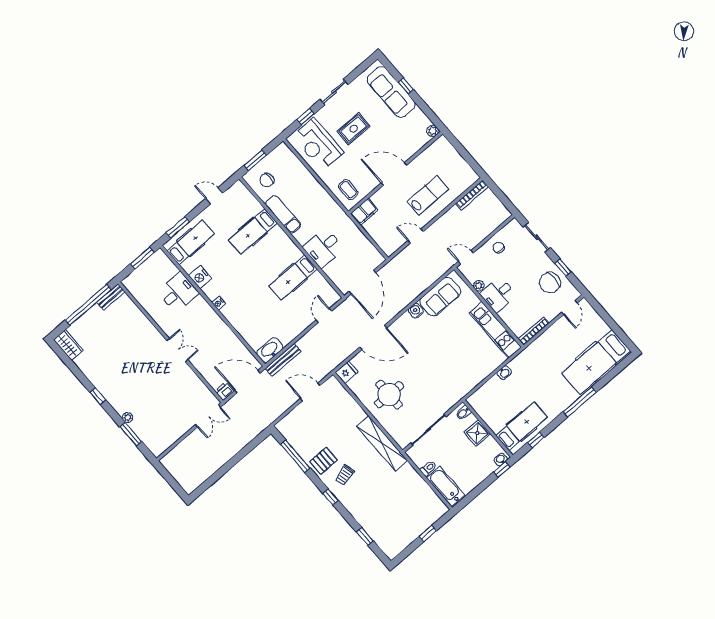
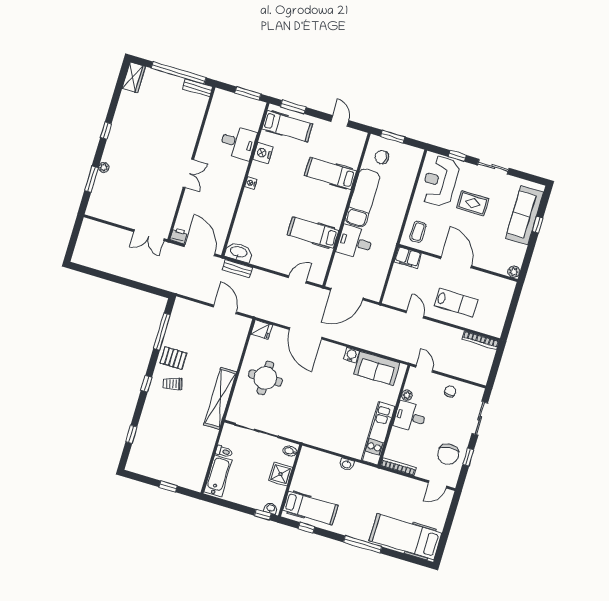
exam couch: (283, 214) -> (363, 198), width x1.36, depth x1.45
chair: (550, 283) -> (448, 454), turned -95
bench: (283, 360) -> (237, 269), width x0.73

